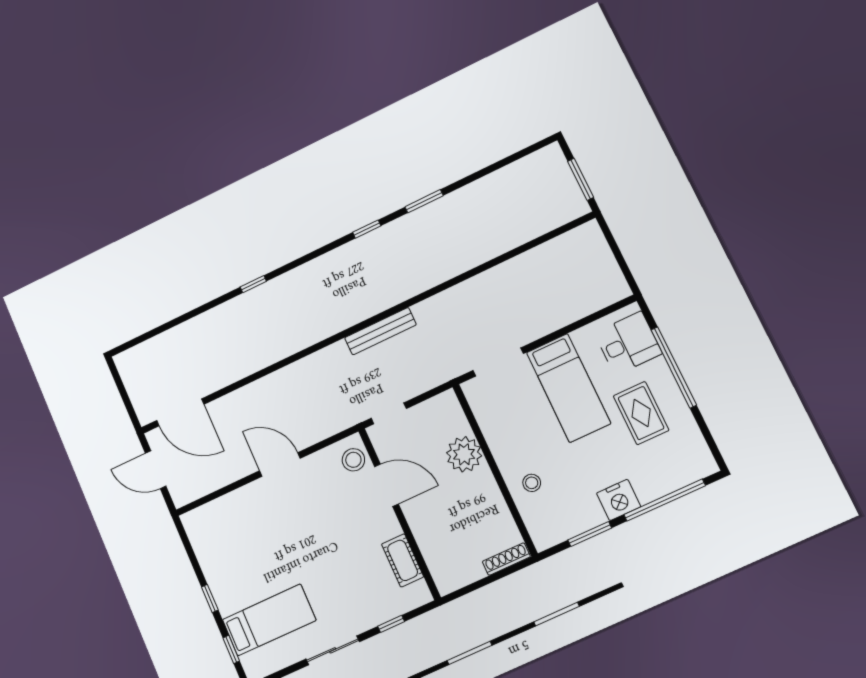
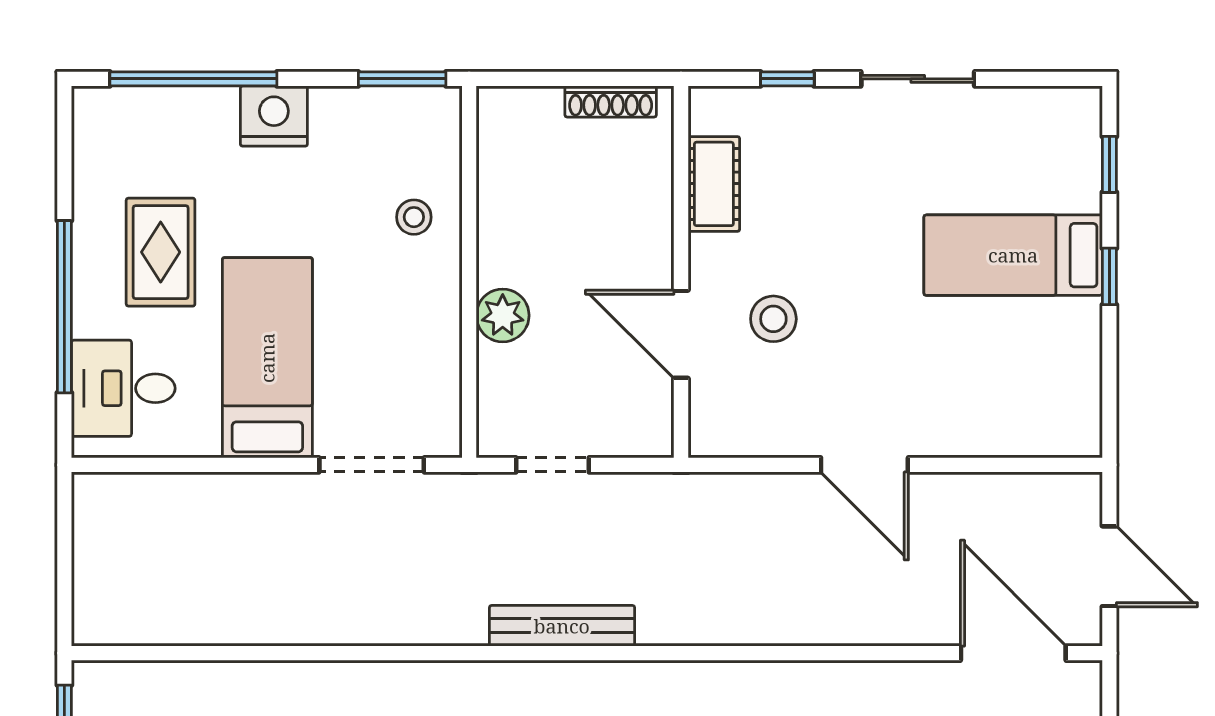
doorway: (389, 413) -> (552, 465), moved
plant: (464, 454) -> (503, 315), width x0.73, depth x0.73
stool: (353, 460) -> (773, 319), moved
window: (590, 534) -> (402, 79), moved
shoe rack: (506, 559) -> (611, 101), moved
bed: (269, 620) -> (1013, 255), moved

